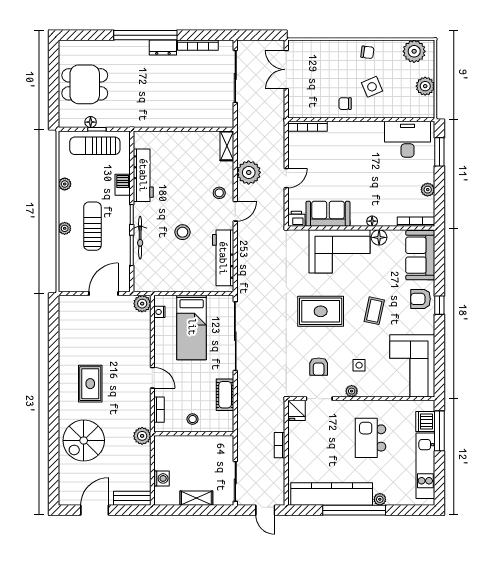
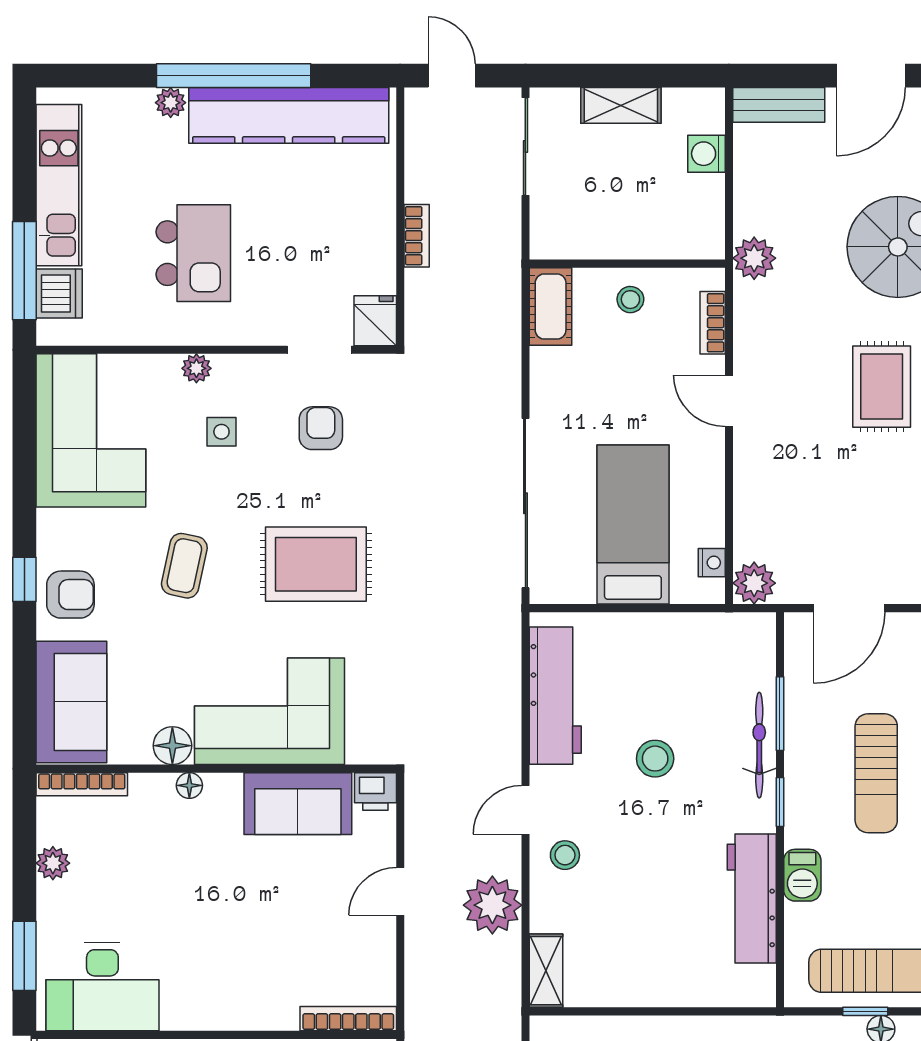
plant: (352, 391) -> (196, 368), moved
cot: (225, 395) -> (551, 306), moved

